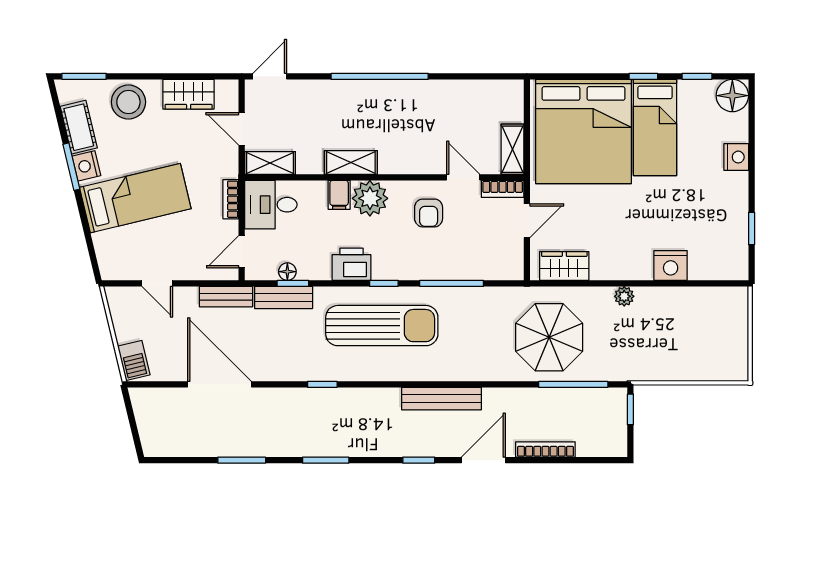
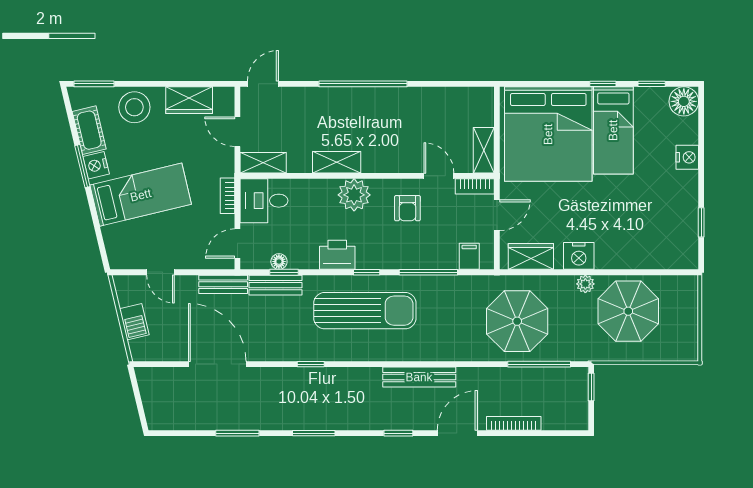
filing cabinet: (339, 195) -> (469, 256), moved, turned 180
nightstand: (671, 265) -> (579, 256), moved
parasol: (671, 326) -> (628, 311), added
barbecue: (134, 361) -> (134, 322), moved

